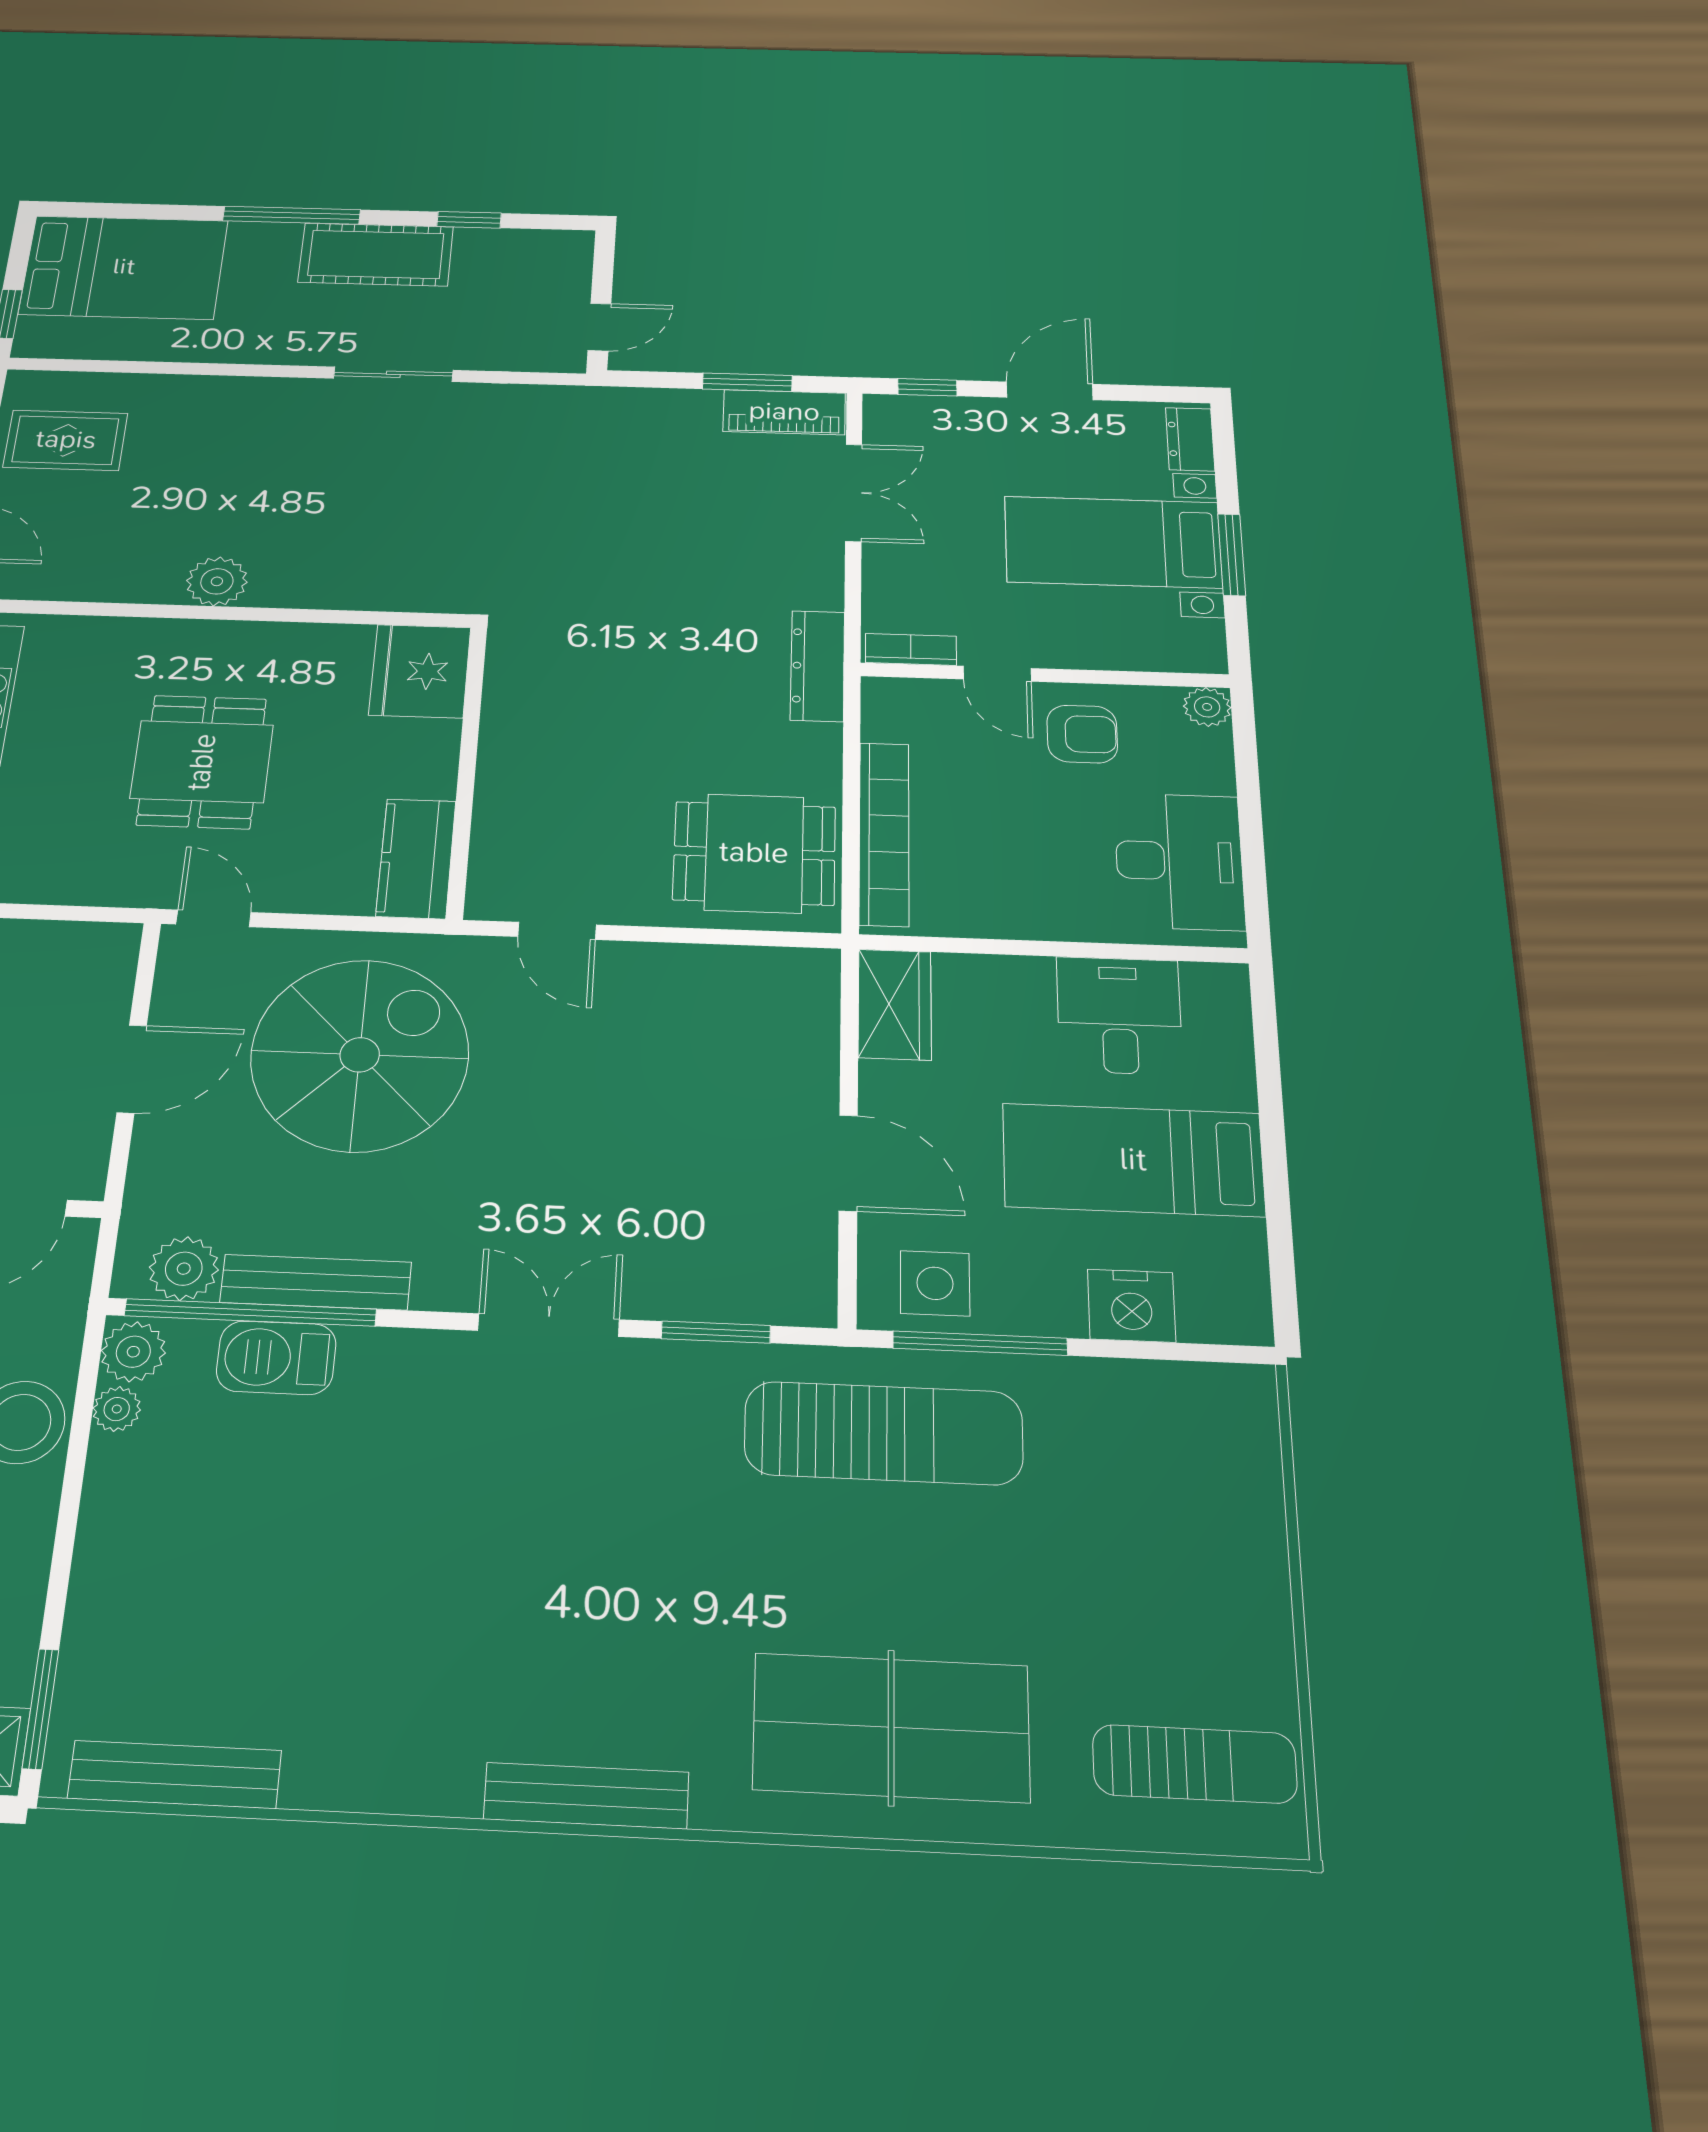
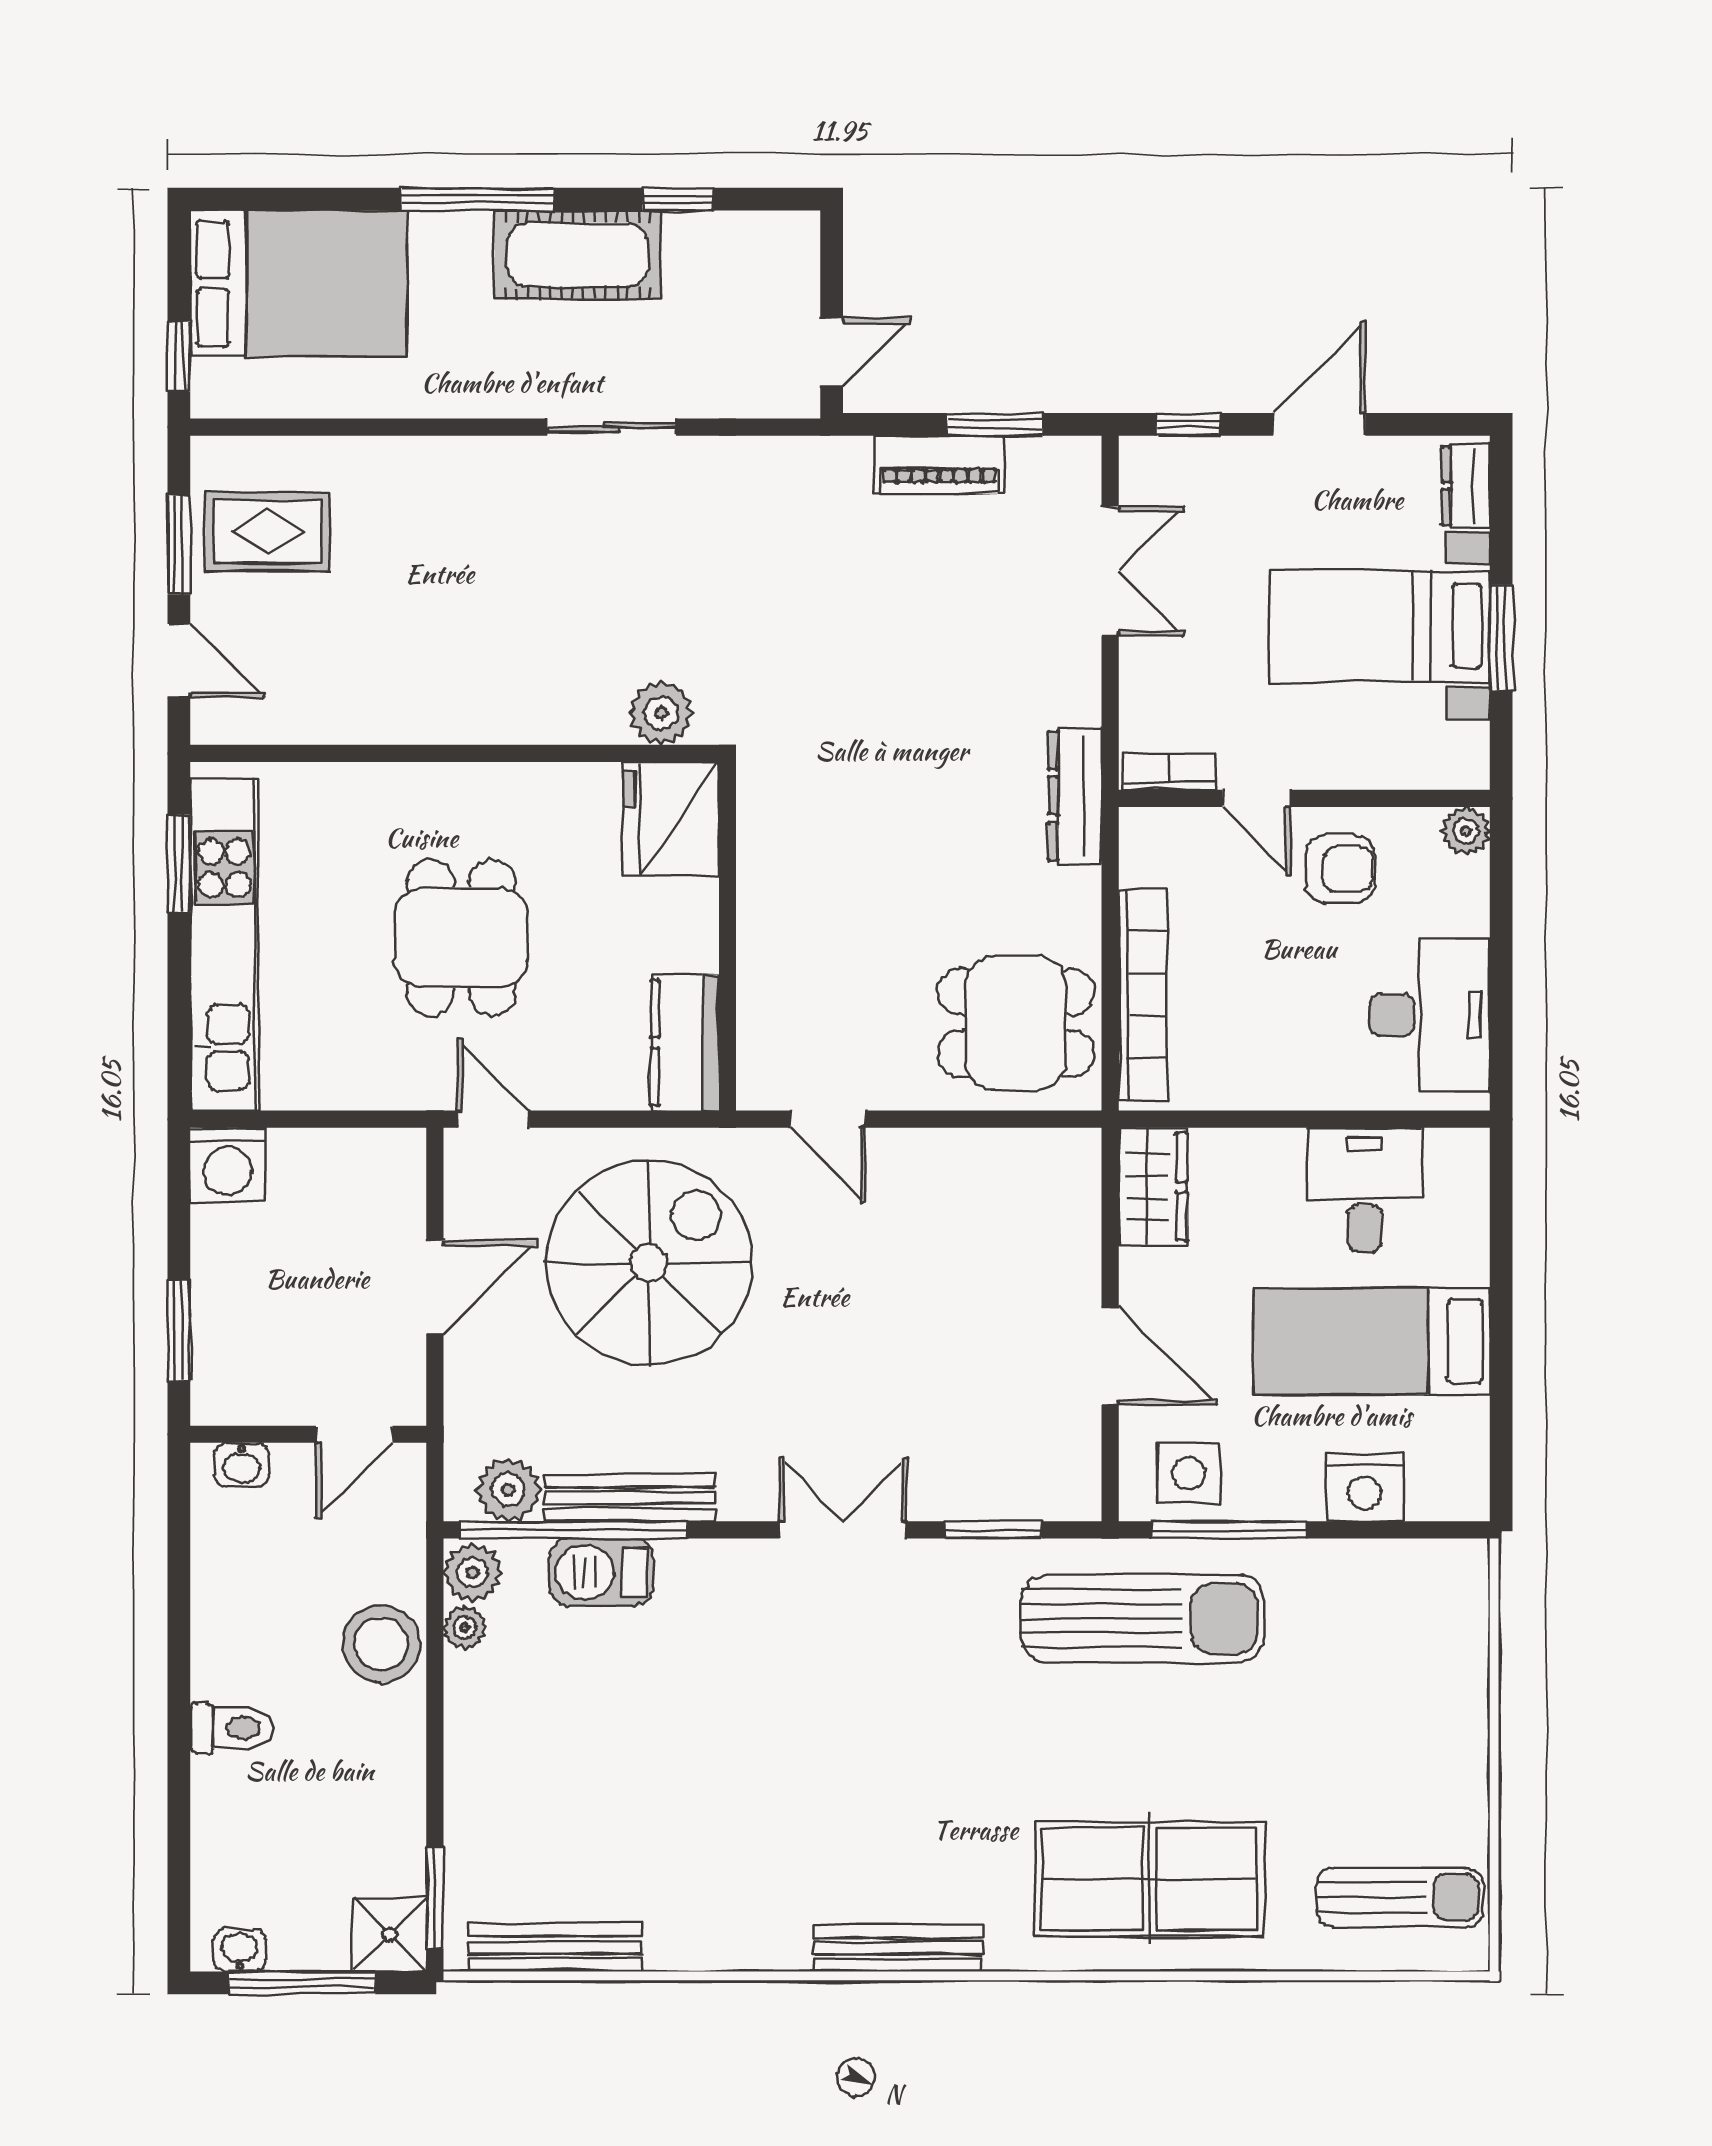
piano: (784, 412) -> (939, 465), moved
plant: (217, 581) -> (661, 713), moved

